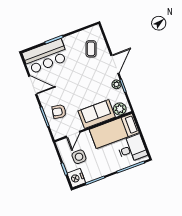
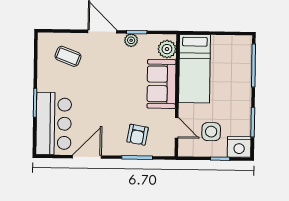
desk: (132, 149) -> (229, 54), removed

